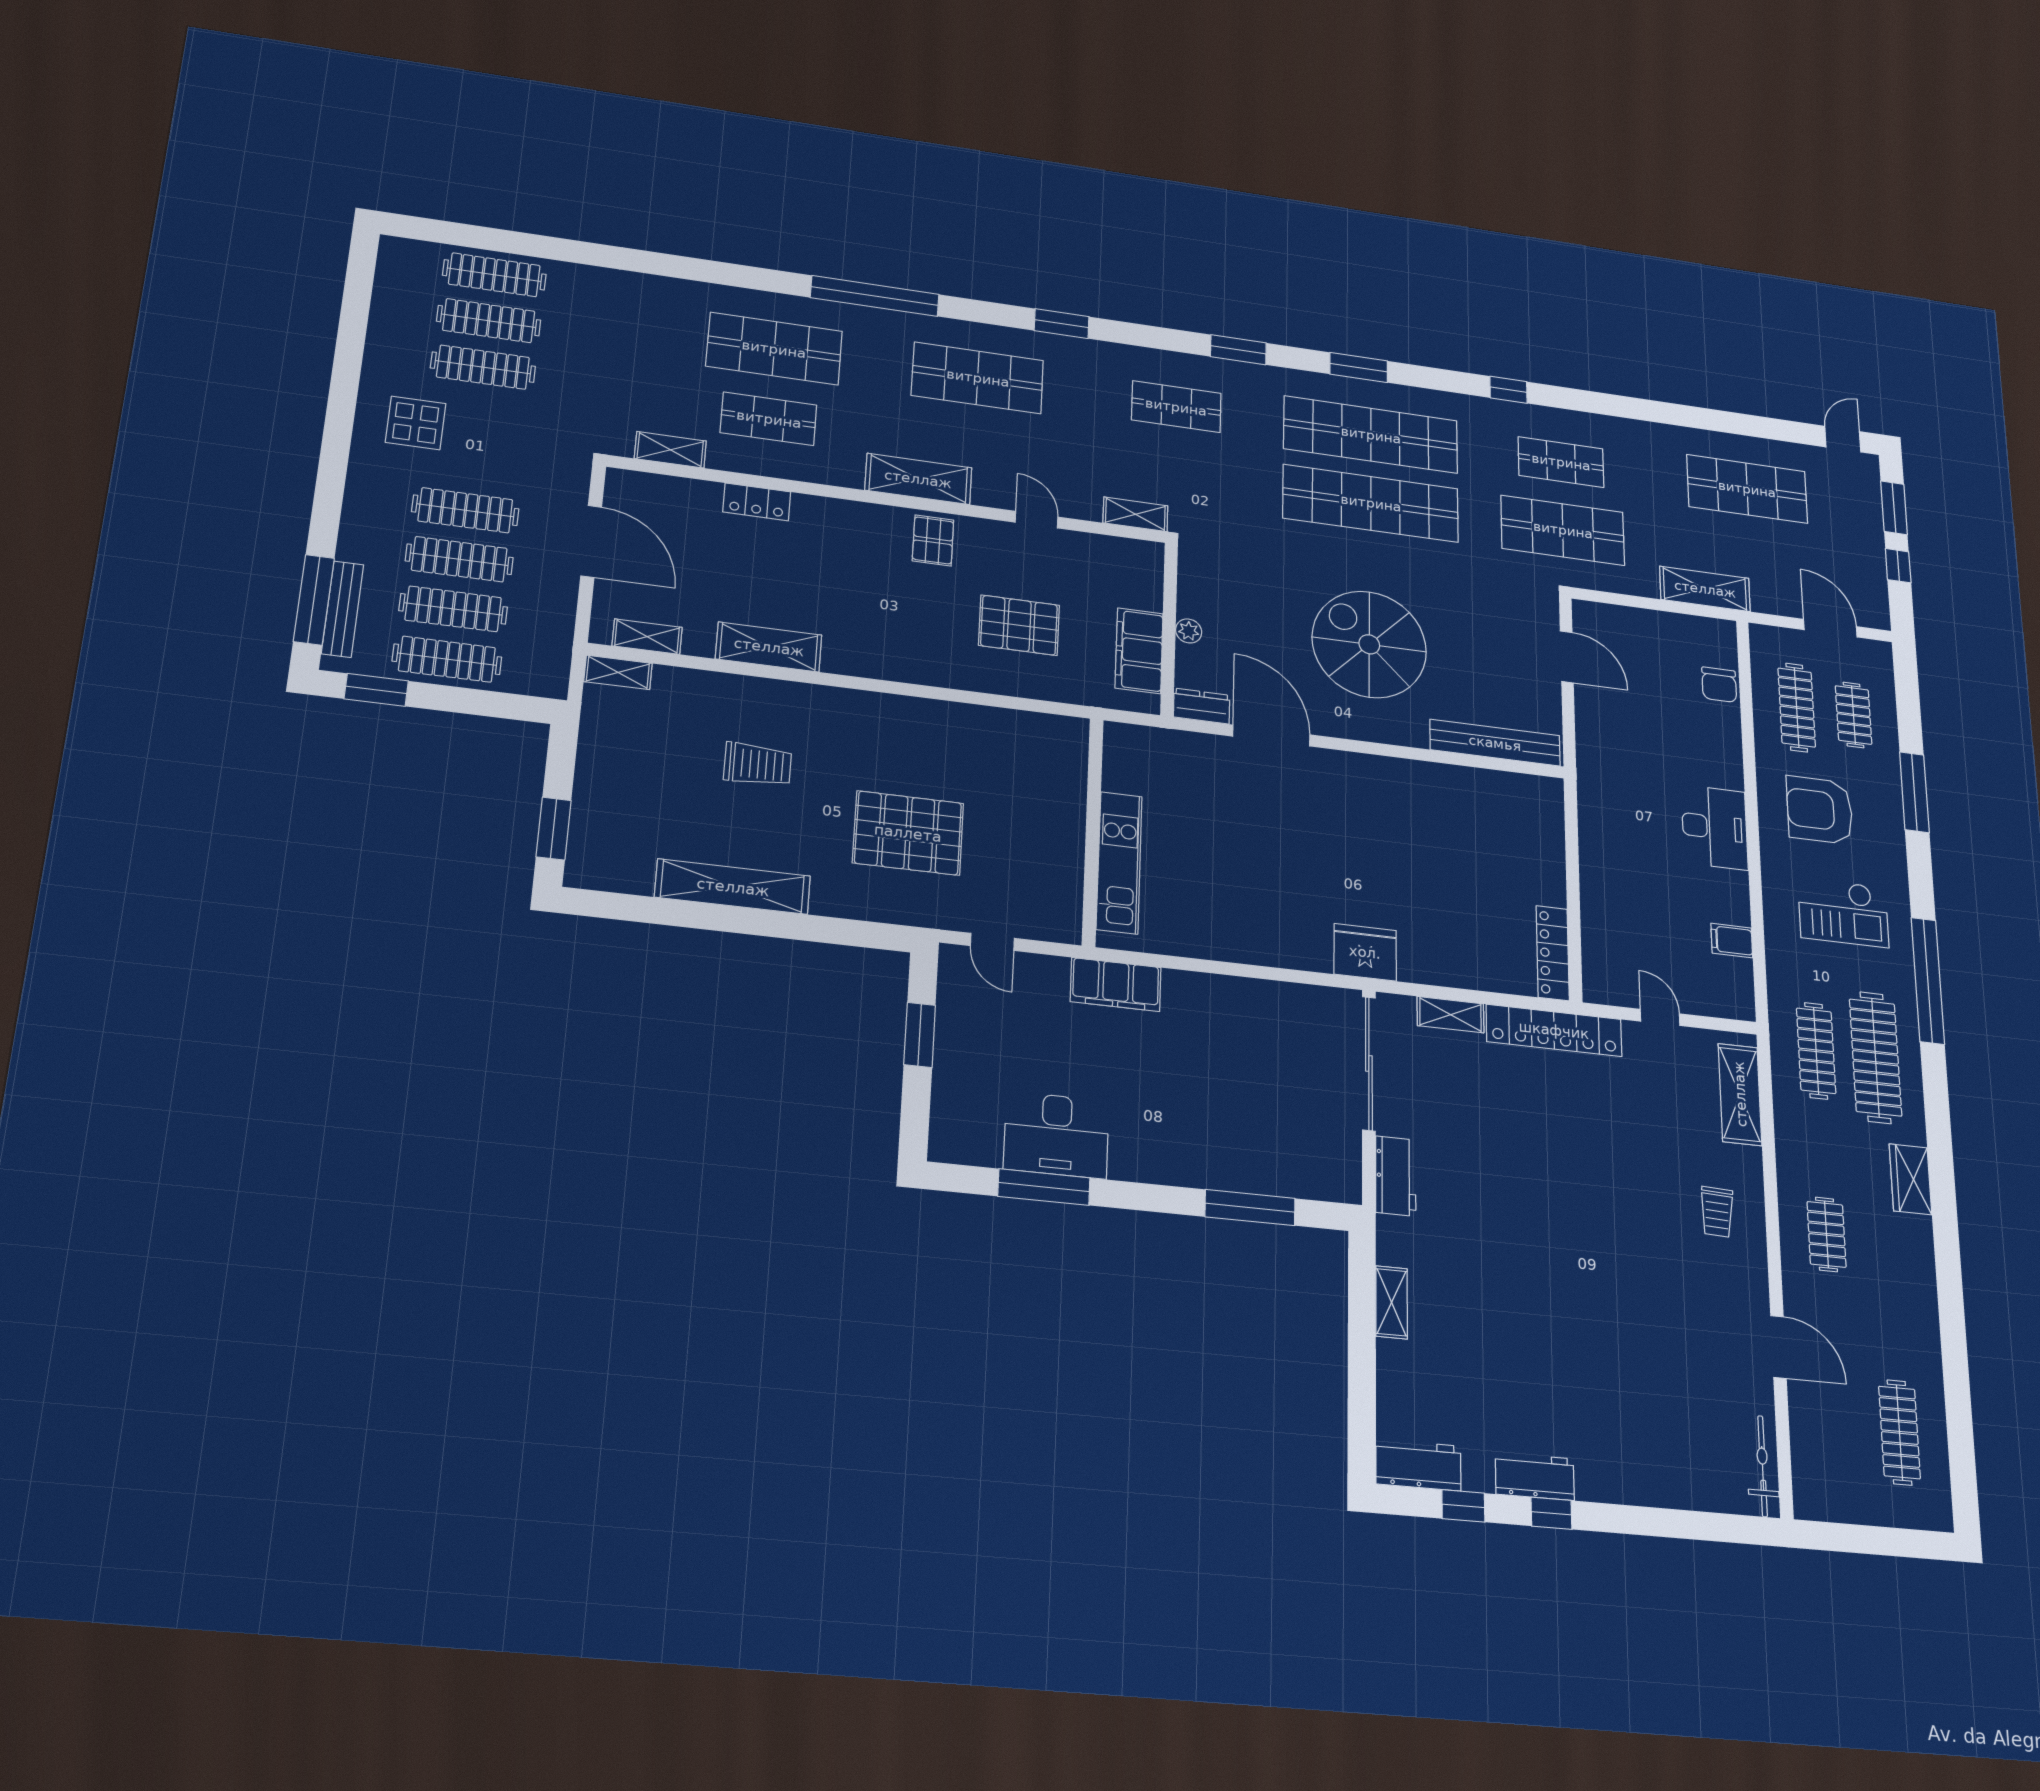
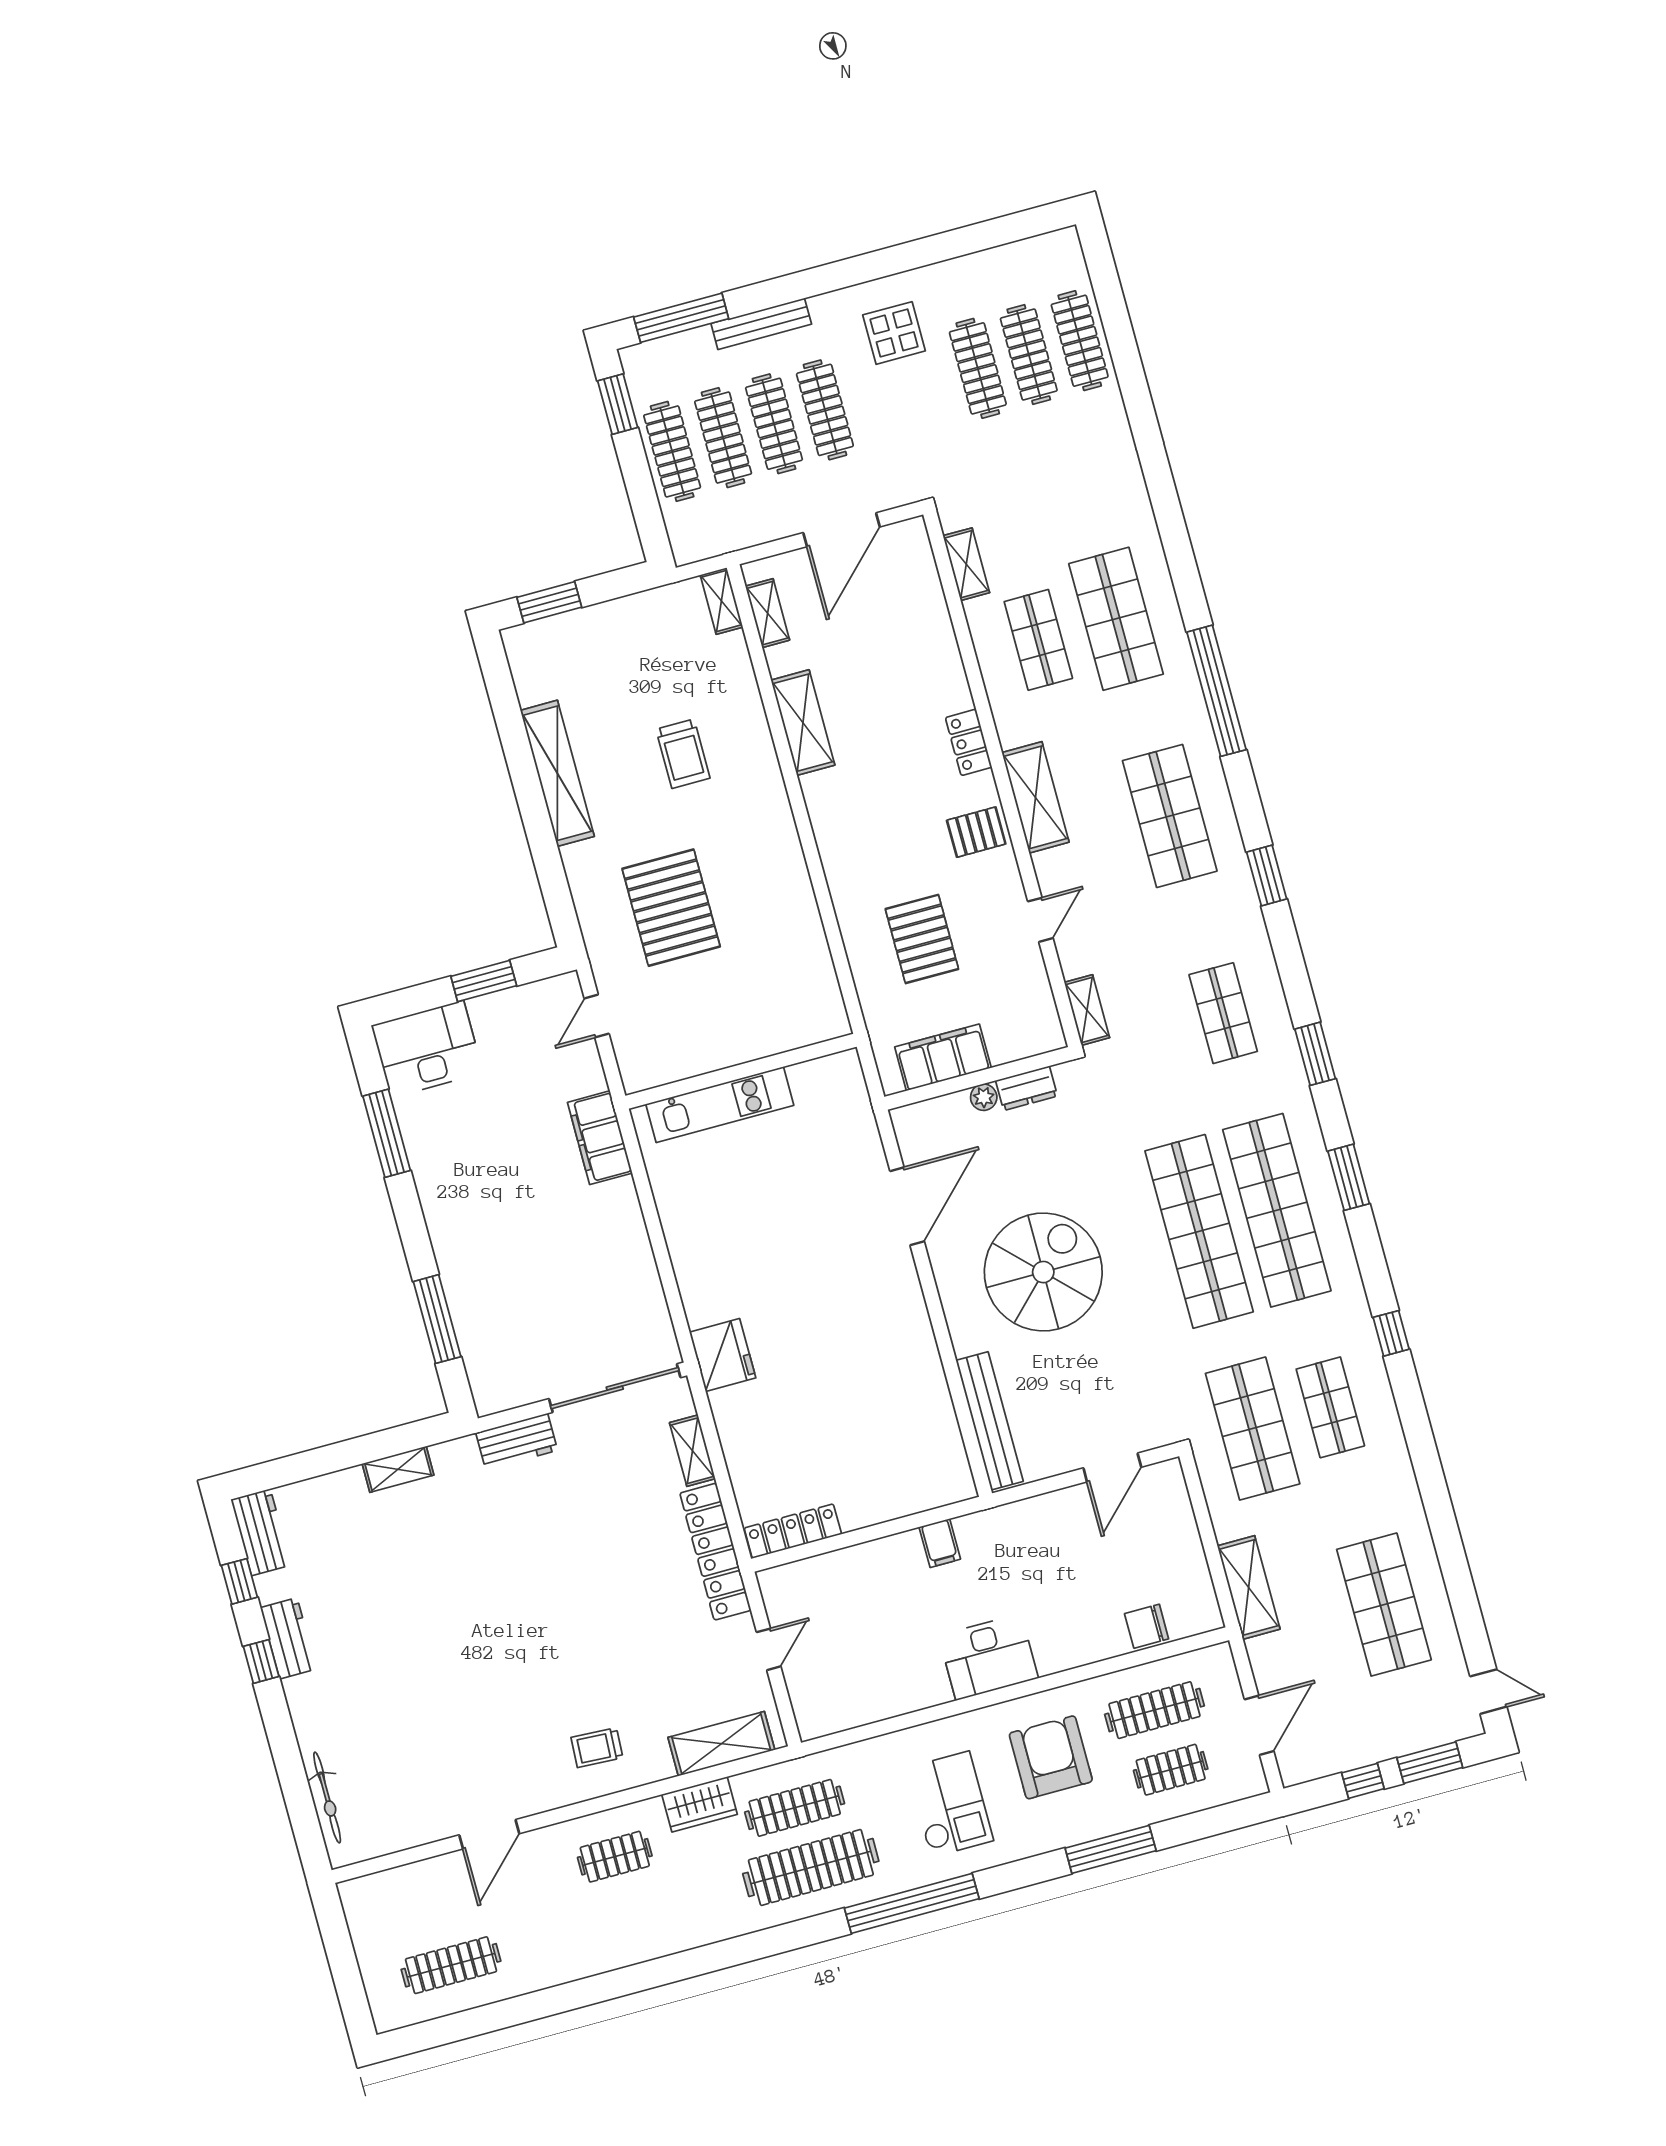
locker: (757, 502) -> (969, 742), moved
bench: (342, 609) -> (761, 324), moved
dresser: (1202, 706) -> (1027, 1088), moved, turned 90
checkout: (1843, 912) -> (950, 1804), turned 180
filing cabinet: (1732, 940) -> (940, 1543), moved, turned 180
desk: (1056, 1135) -> (427, 1049), moved, turned 90
wardrobe: (1910, 1179) -> (700, 1804), moved, turned 180
bicycle: (1763, 1466) -> (327, 1798), moved, turned 90

